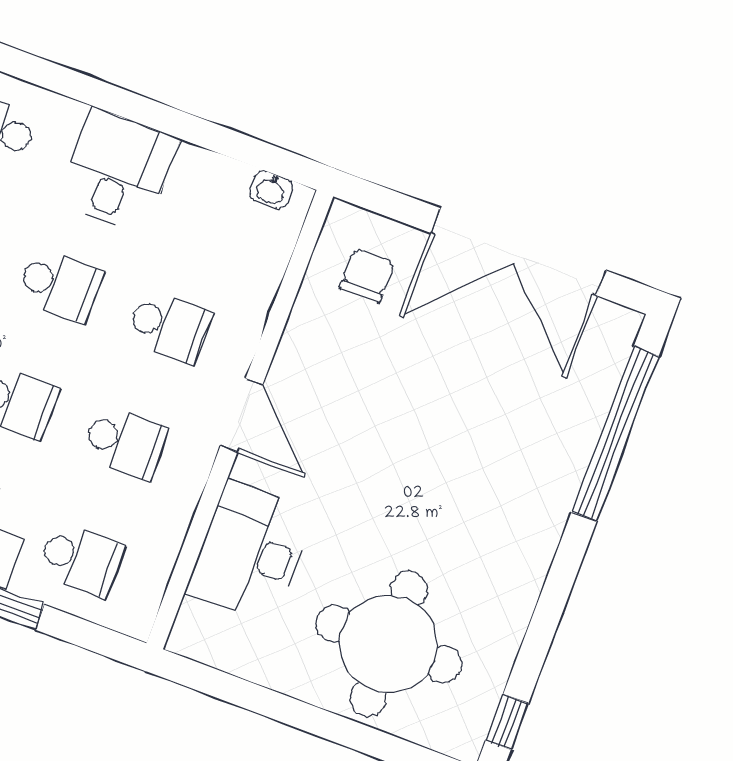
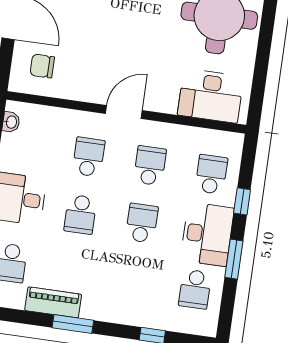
school desk: (60, 286) -> (80, 214), turned 180
desk: (251, 552) -> (211, 96), moved

